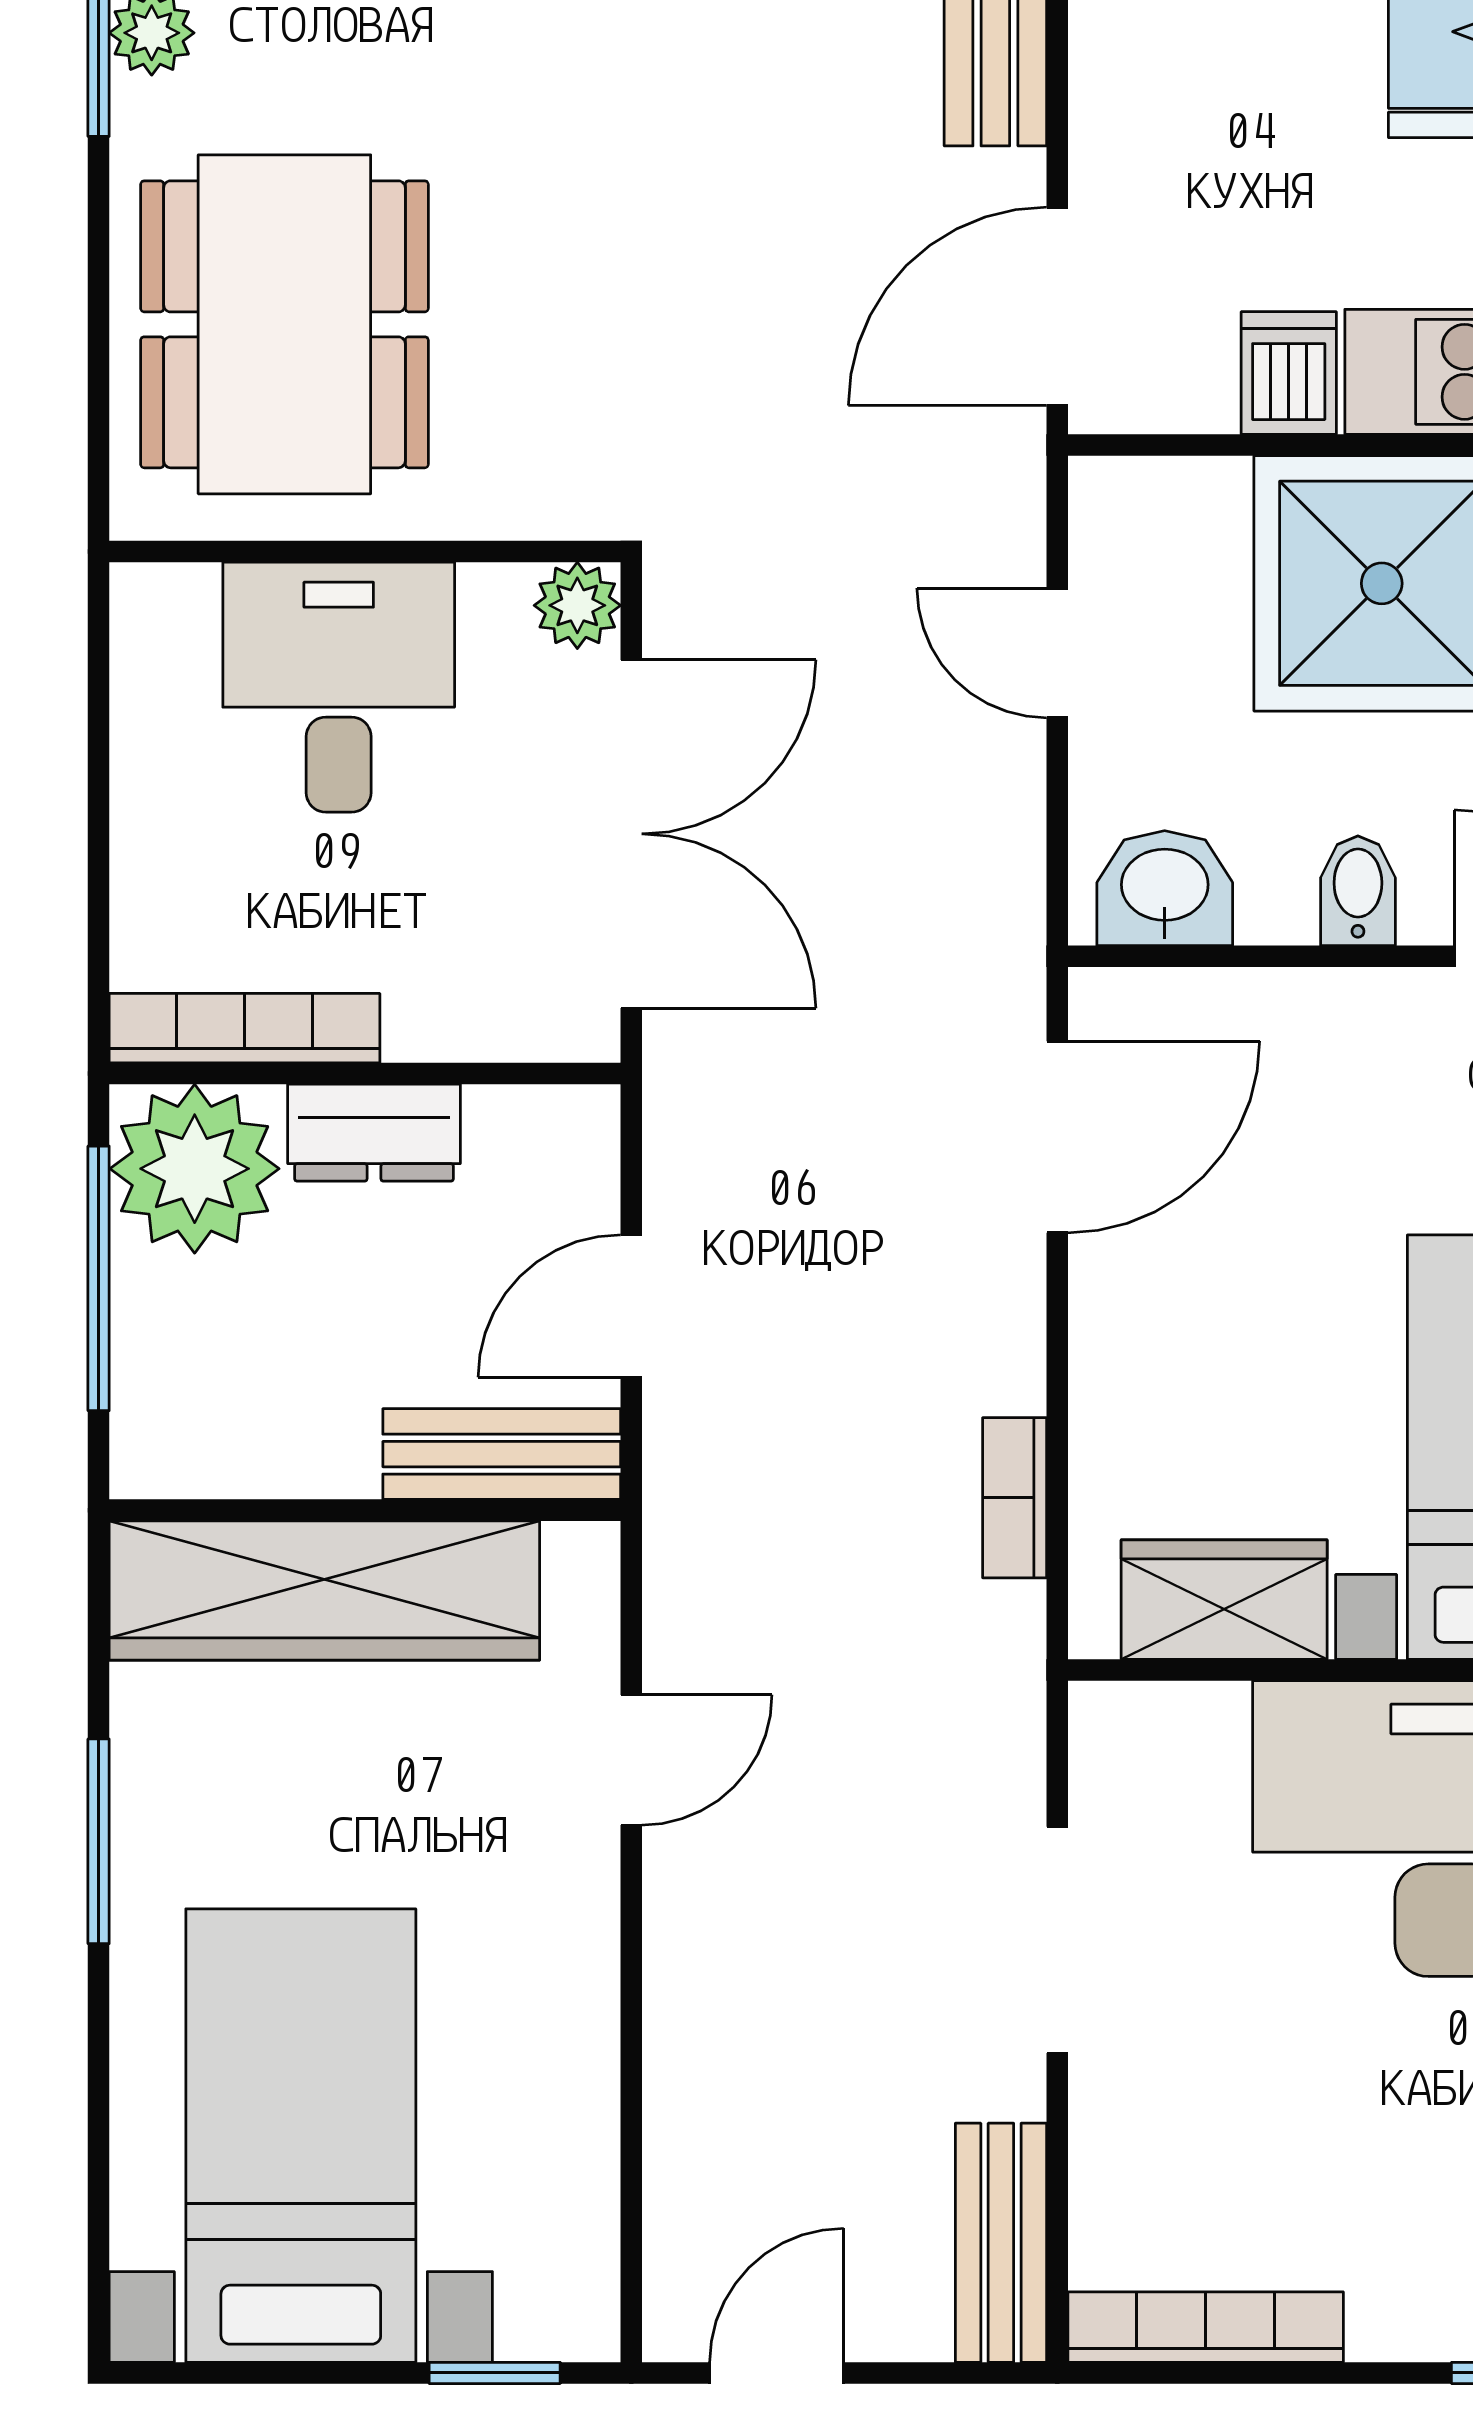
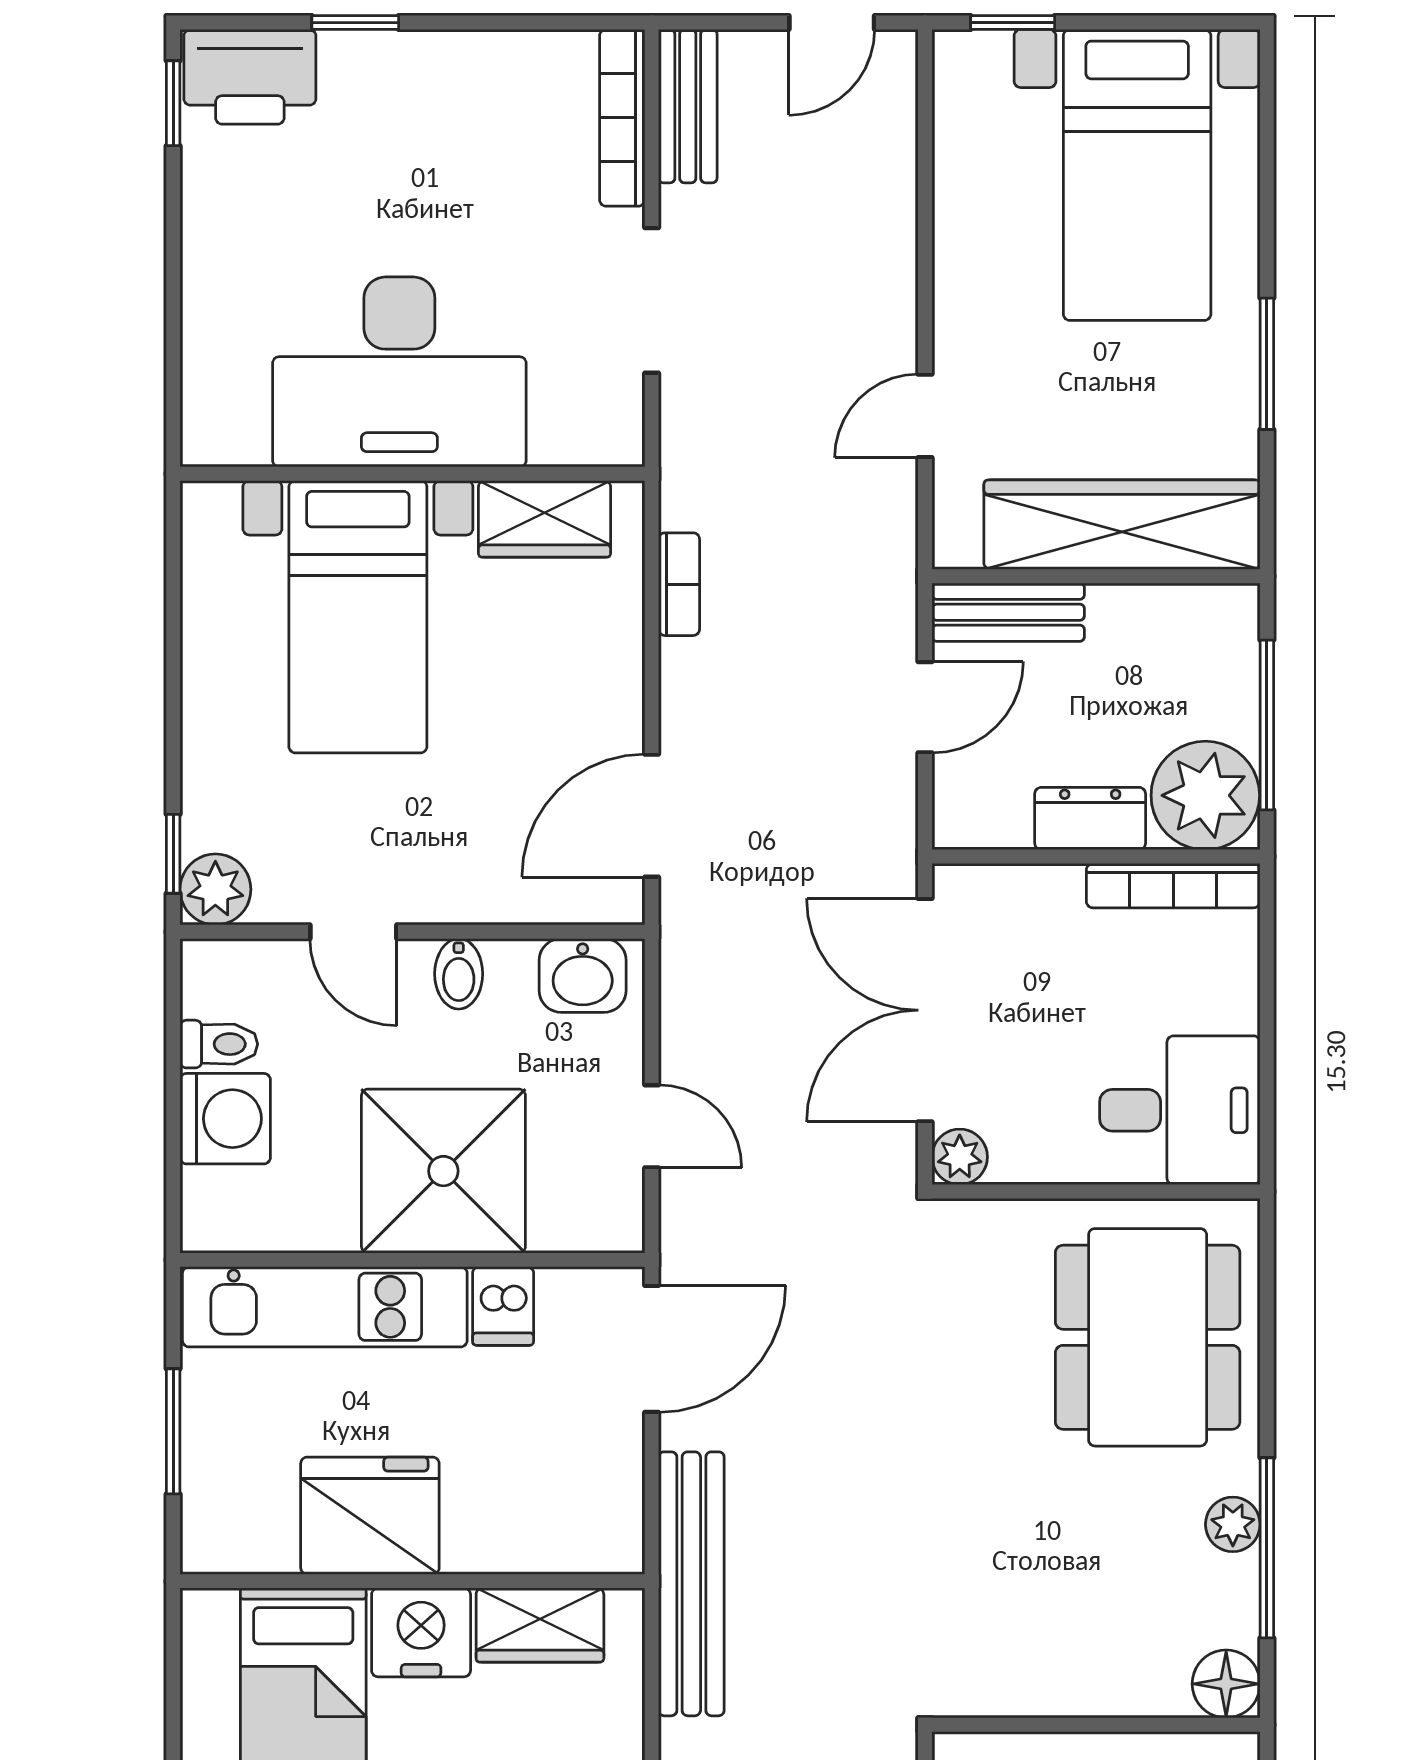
desk: (339, 687) -> (1180, 1110), moved, turned -90
bookcase: (1206, 2327) -> (622, 118), moved, turned 90

